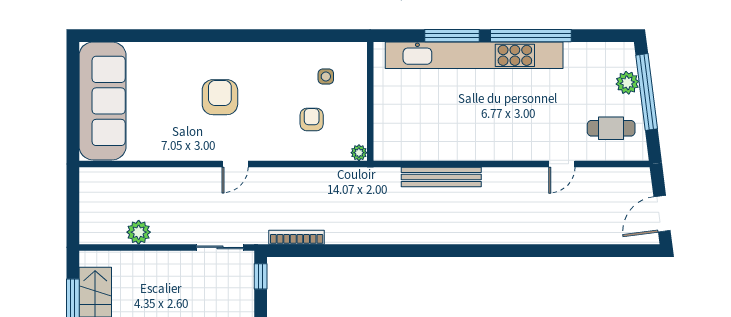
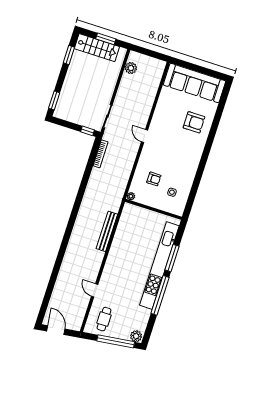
plant: (627, 83) -> (136, 336), moved
armchair: (220, 97) -> (194, 122), moved
plant: (139, 232) -> (131, 68), moved

